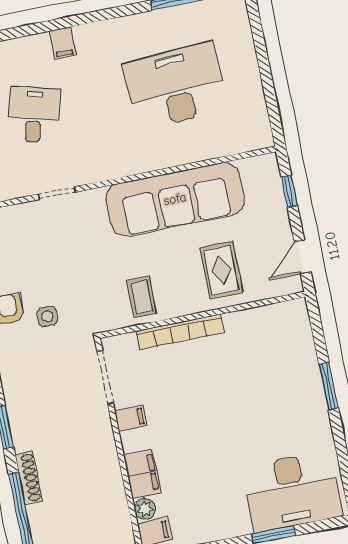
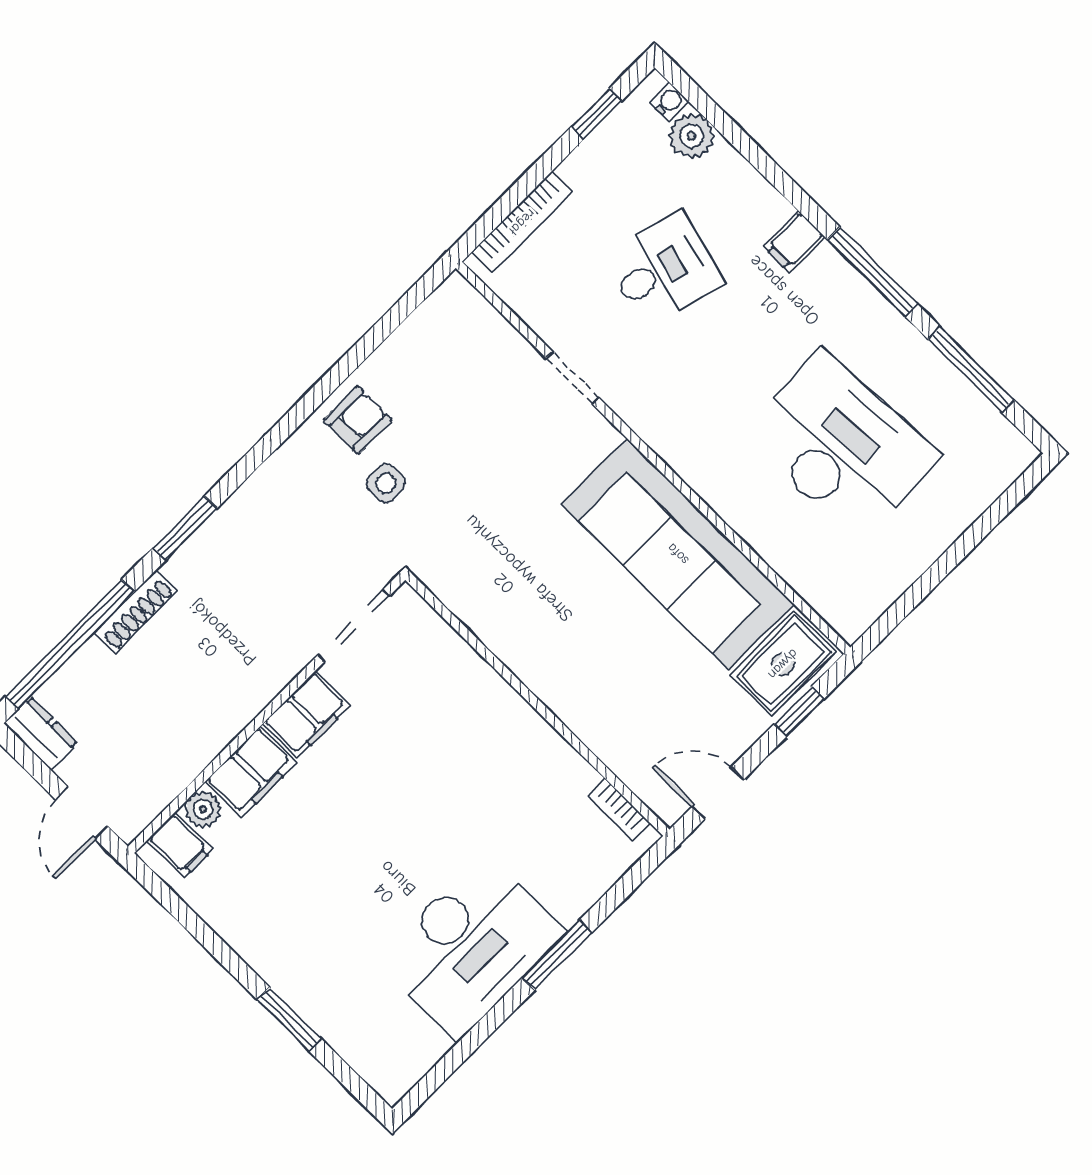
window: (102, 15) -> (872, 272), added
rug: (221, 270) -> (783, 664), moved
coffee table: (142, 297) -> (505, 600), removed
bookcase: (180, 332) -> (619, 809), moved, width x0.43, depth x0.76
filing cabinet: (131, 418) -> (307, 715), width x2.00
desk: (292, 491) -> (471, 946), moved, turned -90

